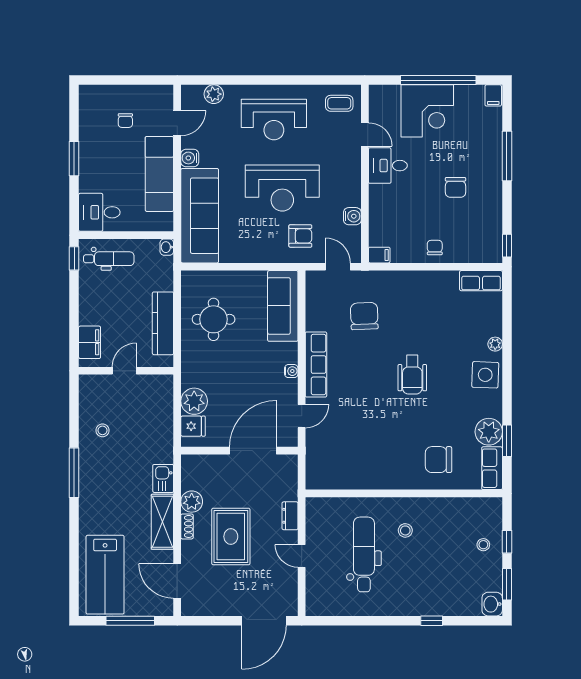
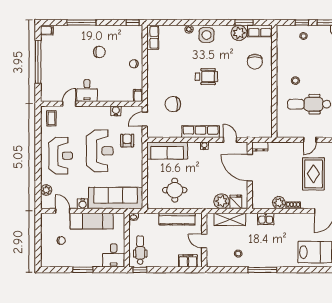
corner desk: (427, 111) -> (56, 68), removed
dresser: (290, 516) -> (260, 146), moved
shelving: (162, 522) -> (230, 219), moved
rug: (231, 537) -> (313, 174), moved, turned 90

